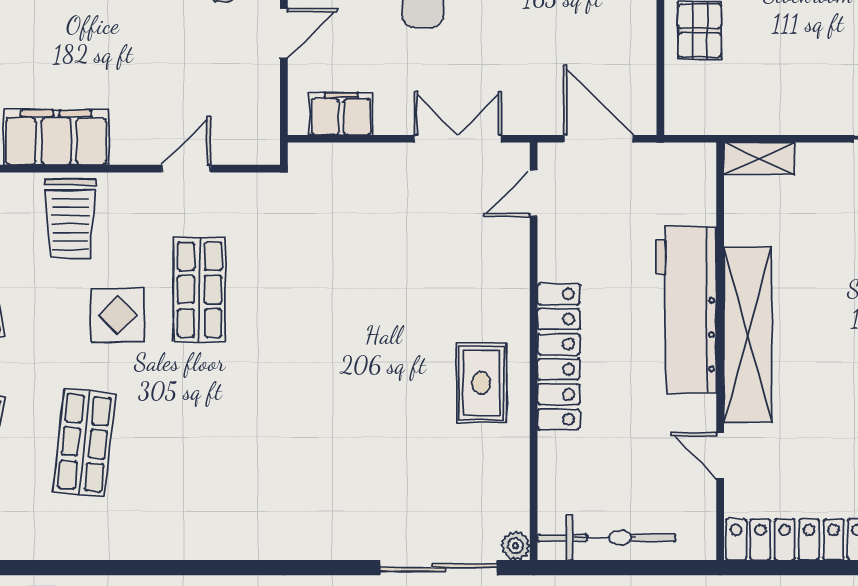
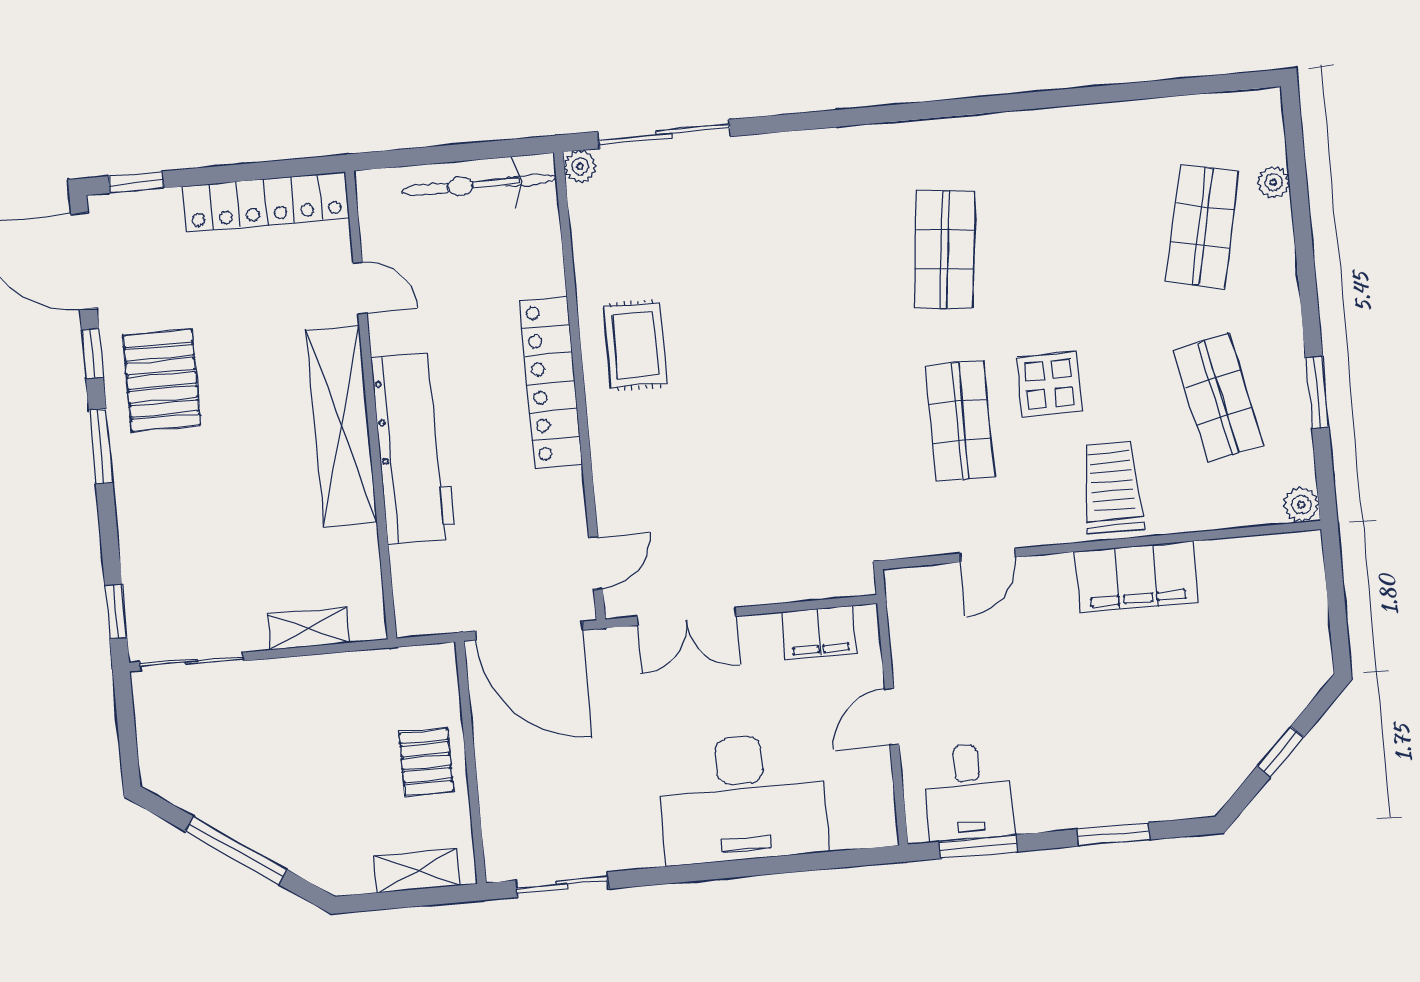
door: (598, 139) -> (529, 631), width x1.36
shelving: (759, 158) -> (308, 629), moved
shop shelf: (84, 443) -> (945, 249), moved

